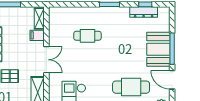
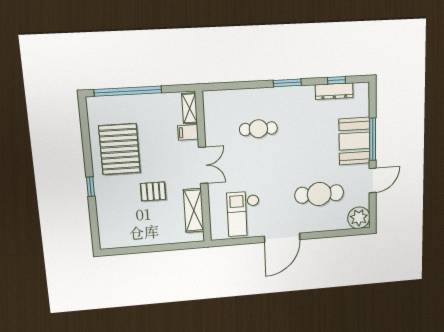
door: (172, 80) -> (373, 180), swing flipped

